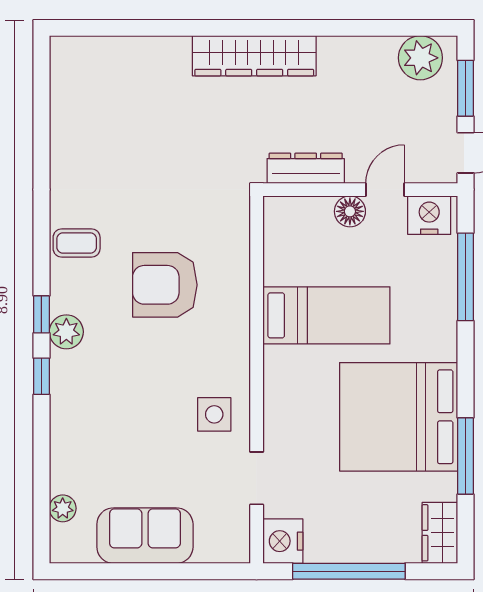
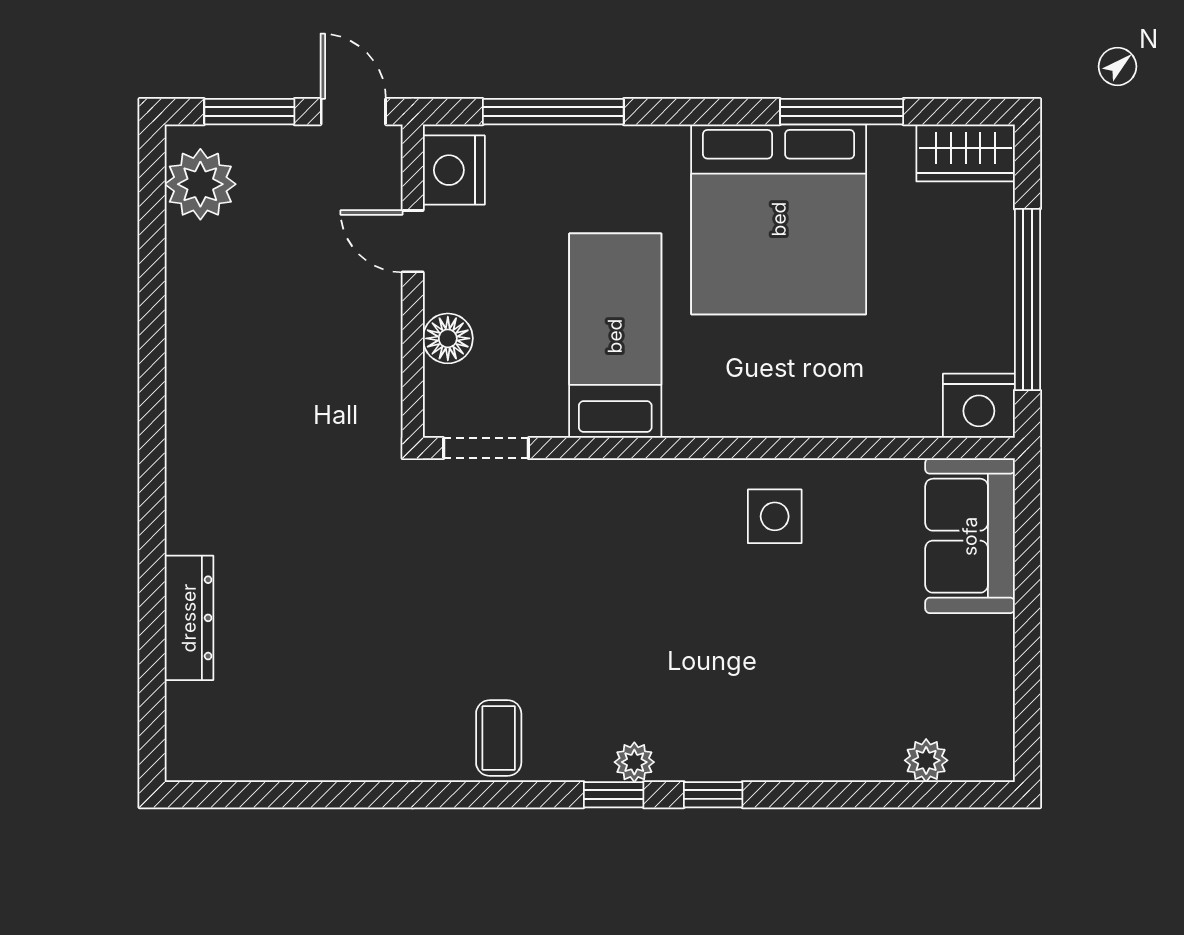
wardrobe: (254, 56) -> (197, 452), removed
dresser: (306, 168) -> (189, 618), moved, turned 180
floor lamp: (350, 211) -> (448, 338), moved
armchair: (165, 285) -> (566, 596), removed
plant: (66, 332) -> (634, 762), width x0.73, depth x0.73
doorway: (257, 478) -> (486, 448), moved
sofa: (145, 536) -> (970, 536), moved

